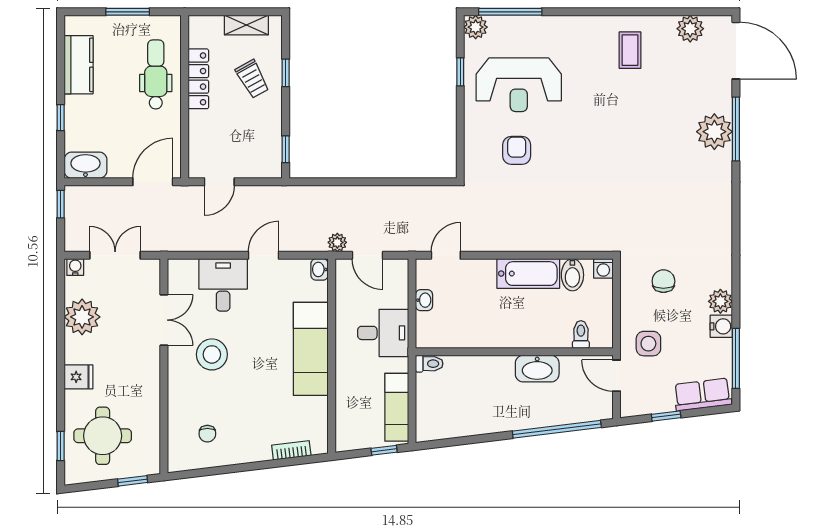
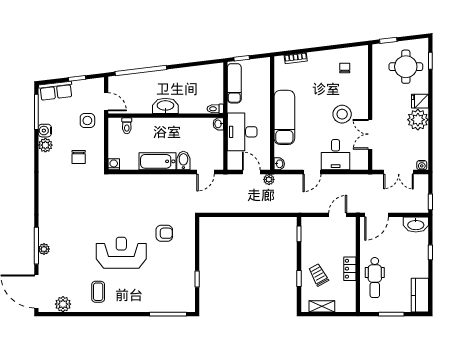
plant: (476, 27) -> (188, 305), removed
kitchen counter: (79, 65) -> (420, 295), moved
locker: (198, 79) -> (350, 269), width x0.66
reception desk: (519, 85) -> (121, 253), moved
plant: (714, 132) -> (44, 249), width x0.53, depth x0.53
armchair: (517, 150) -> (164, 233), turned -90
bidet: (572, 275) -> (183, 161), moved
washbasin: (424, 300) -> (218, 124), moved
plant: (82, 317) -> (418, 120), moved
desk: (383, 333) -> (242, 132), width x1.37
washbasin: (537, 369) -> (165, 106), moved

